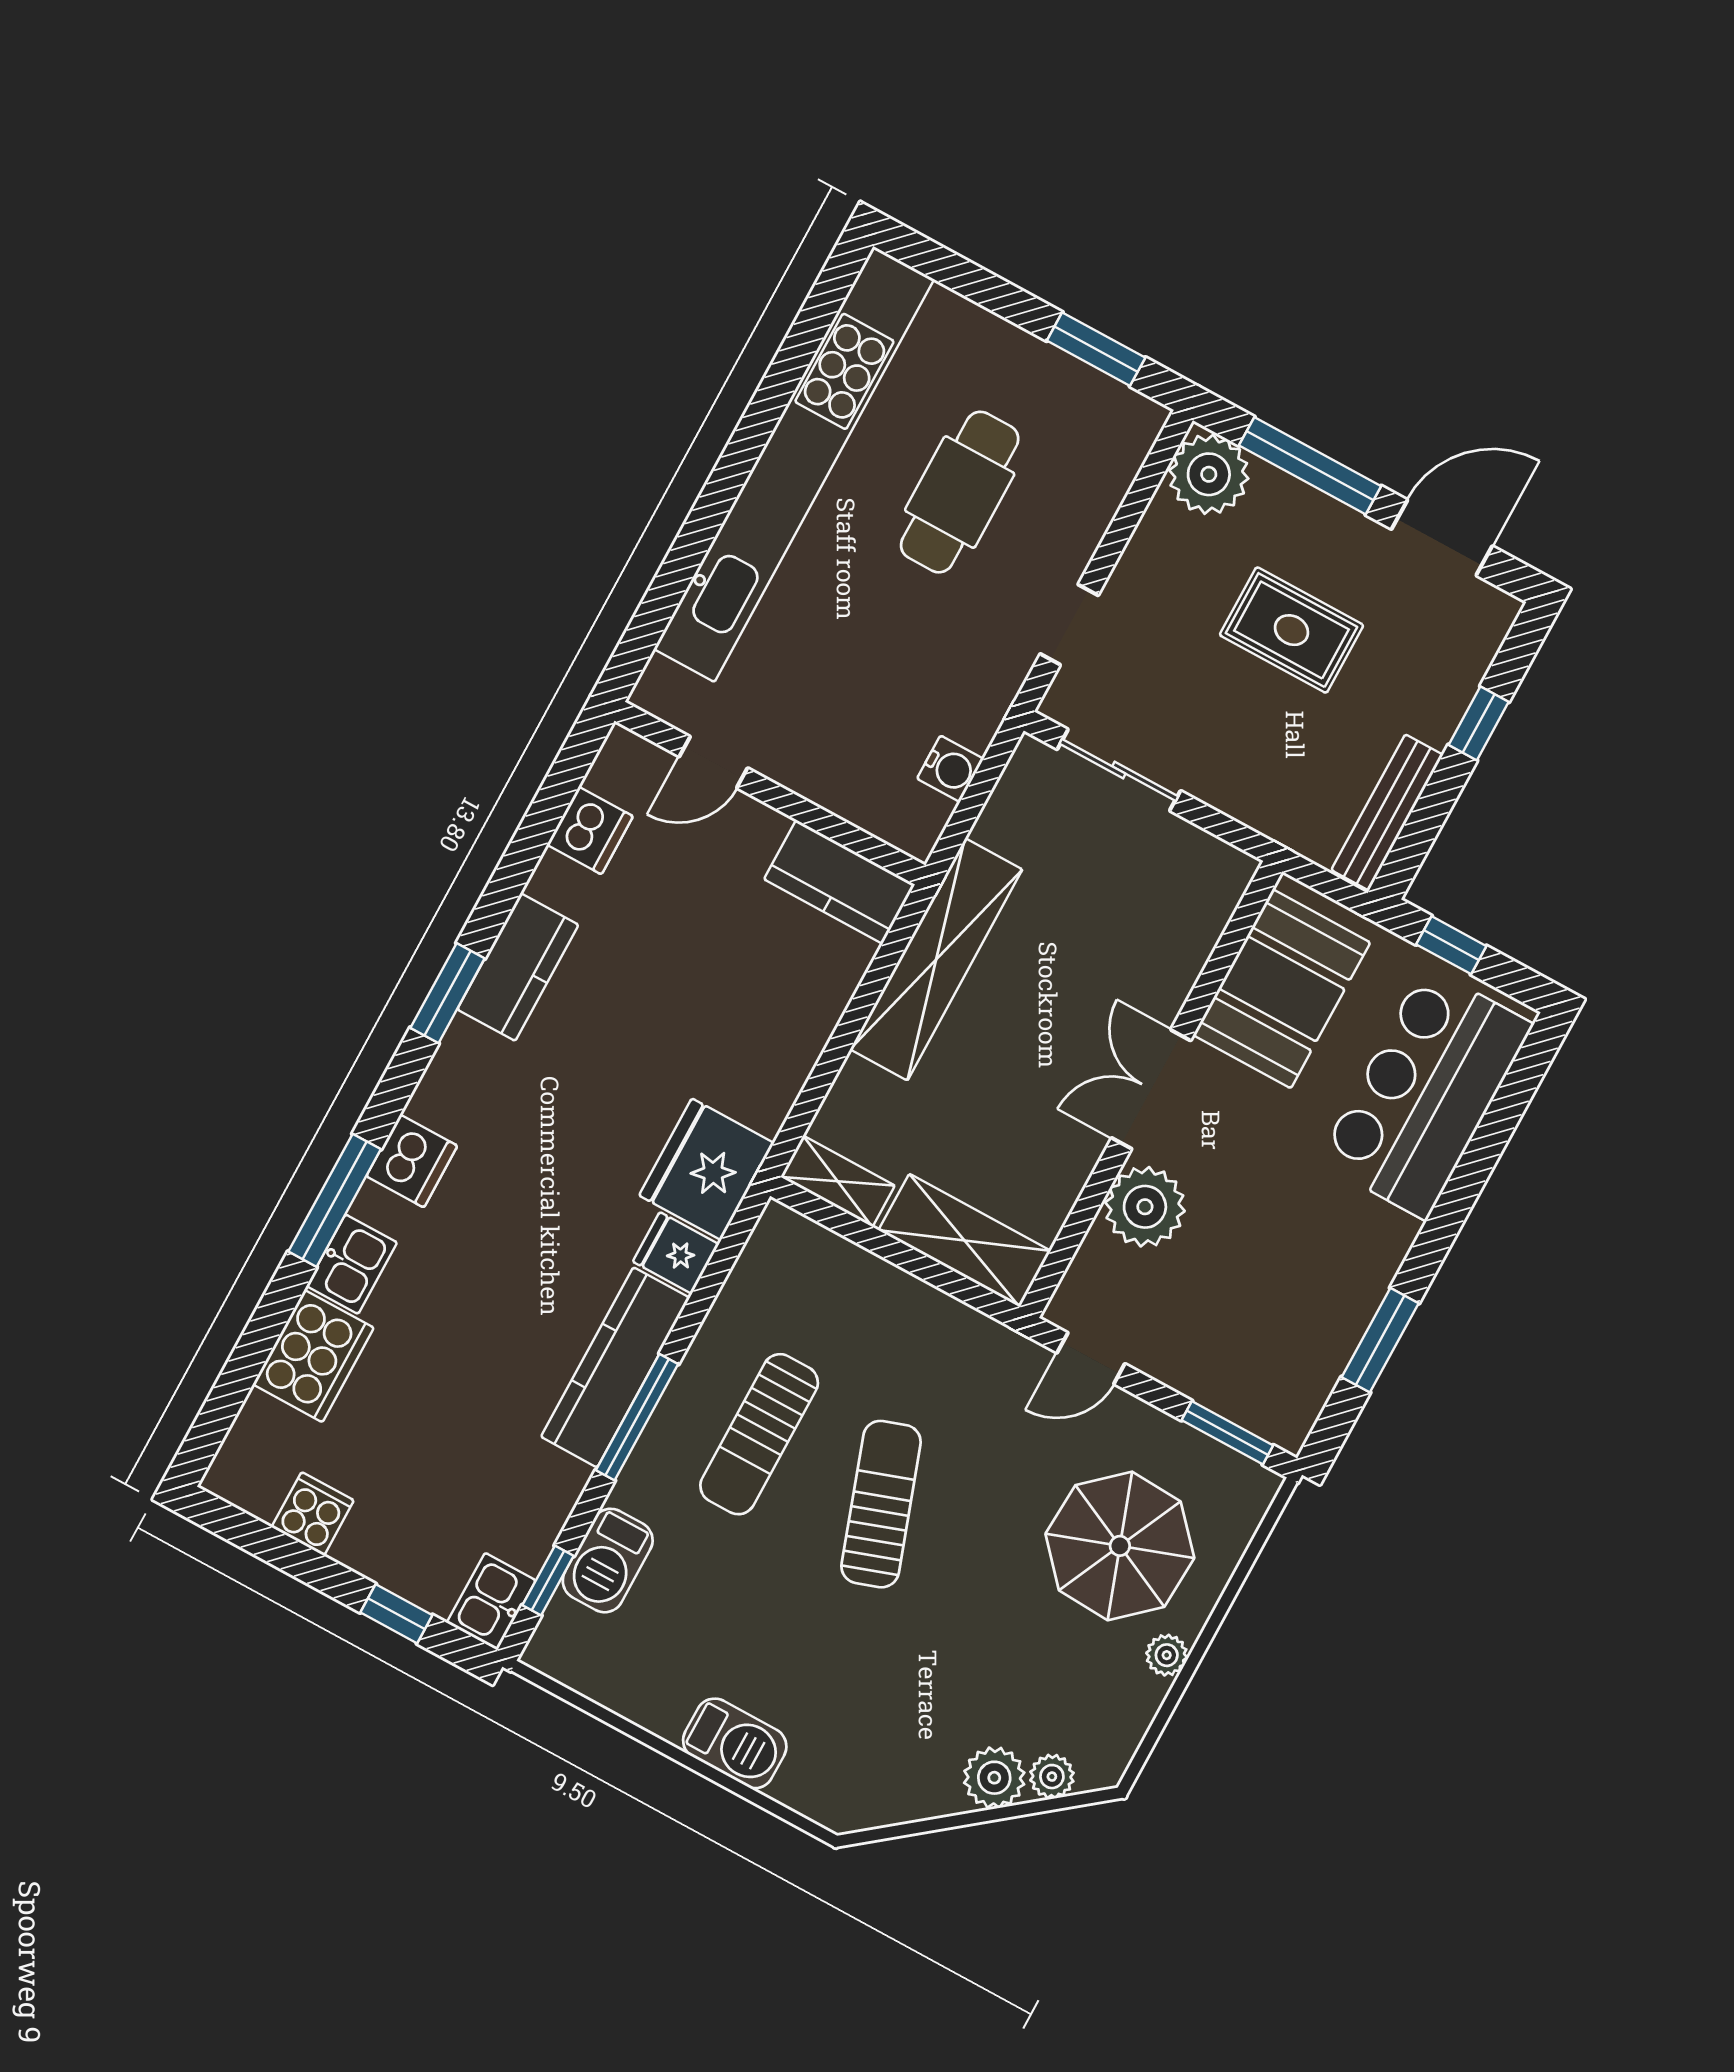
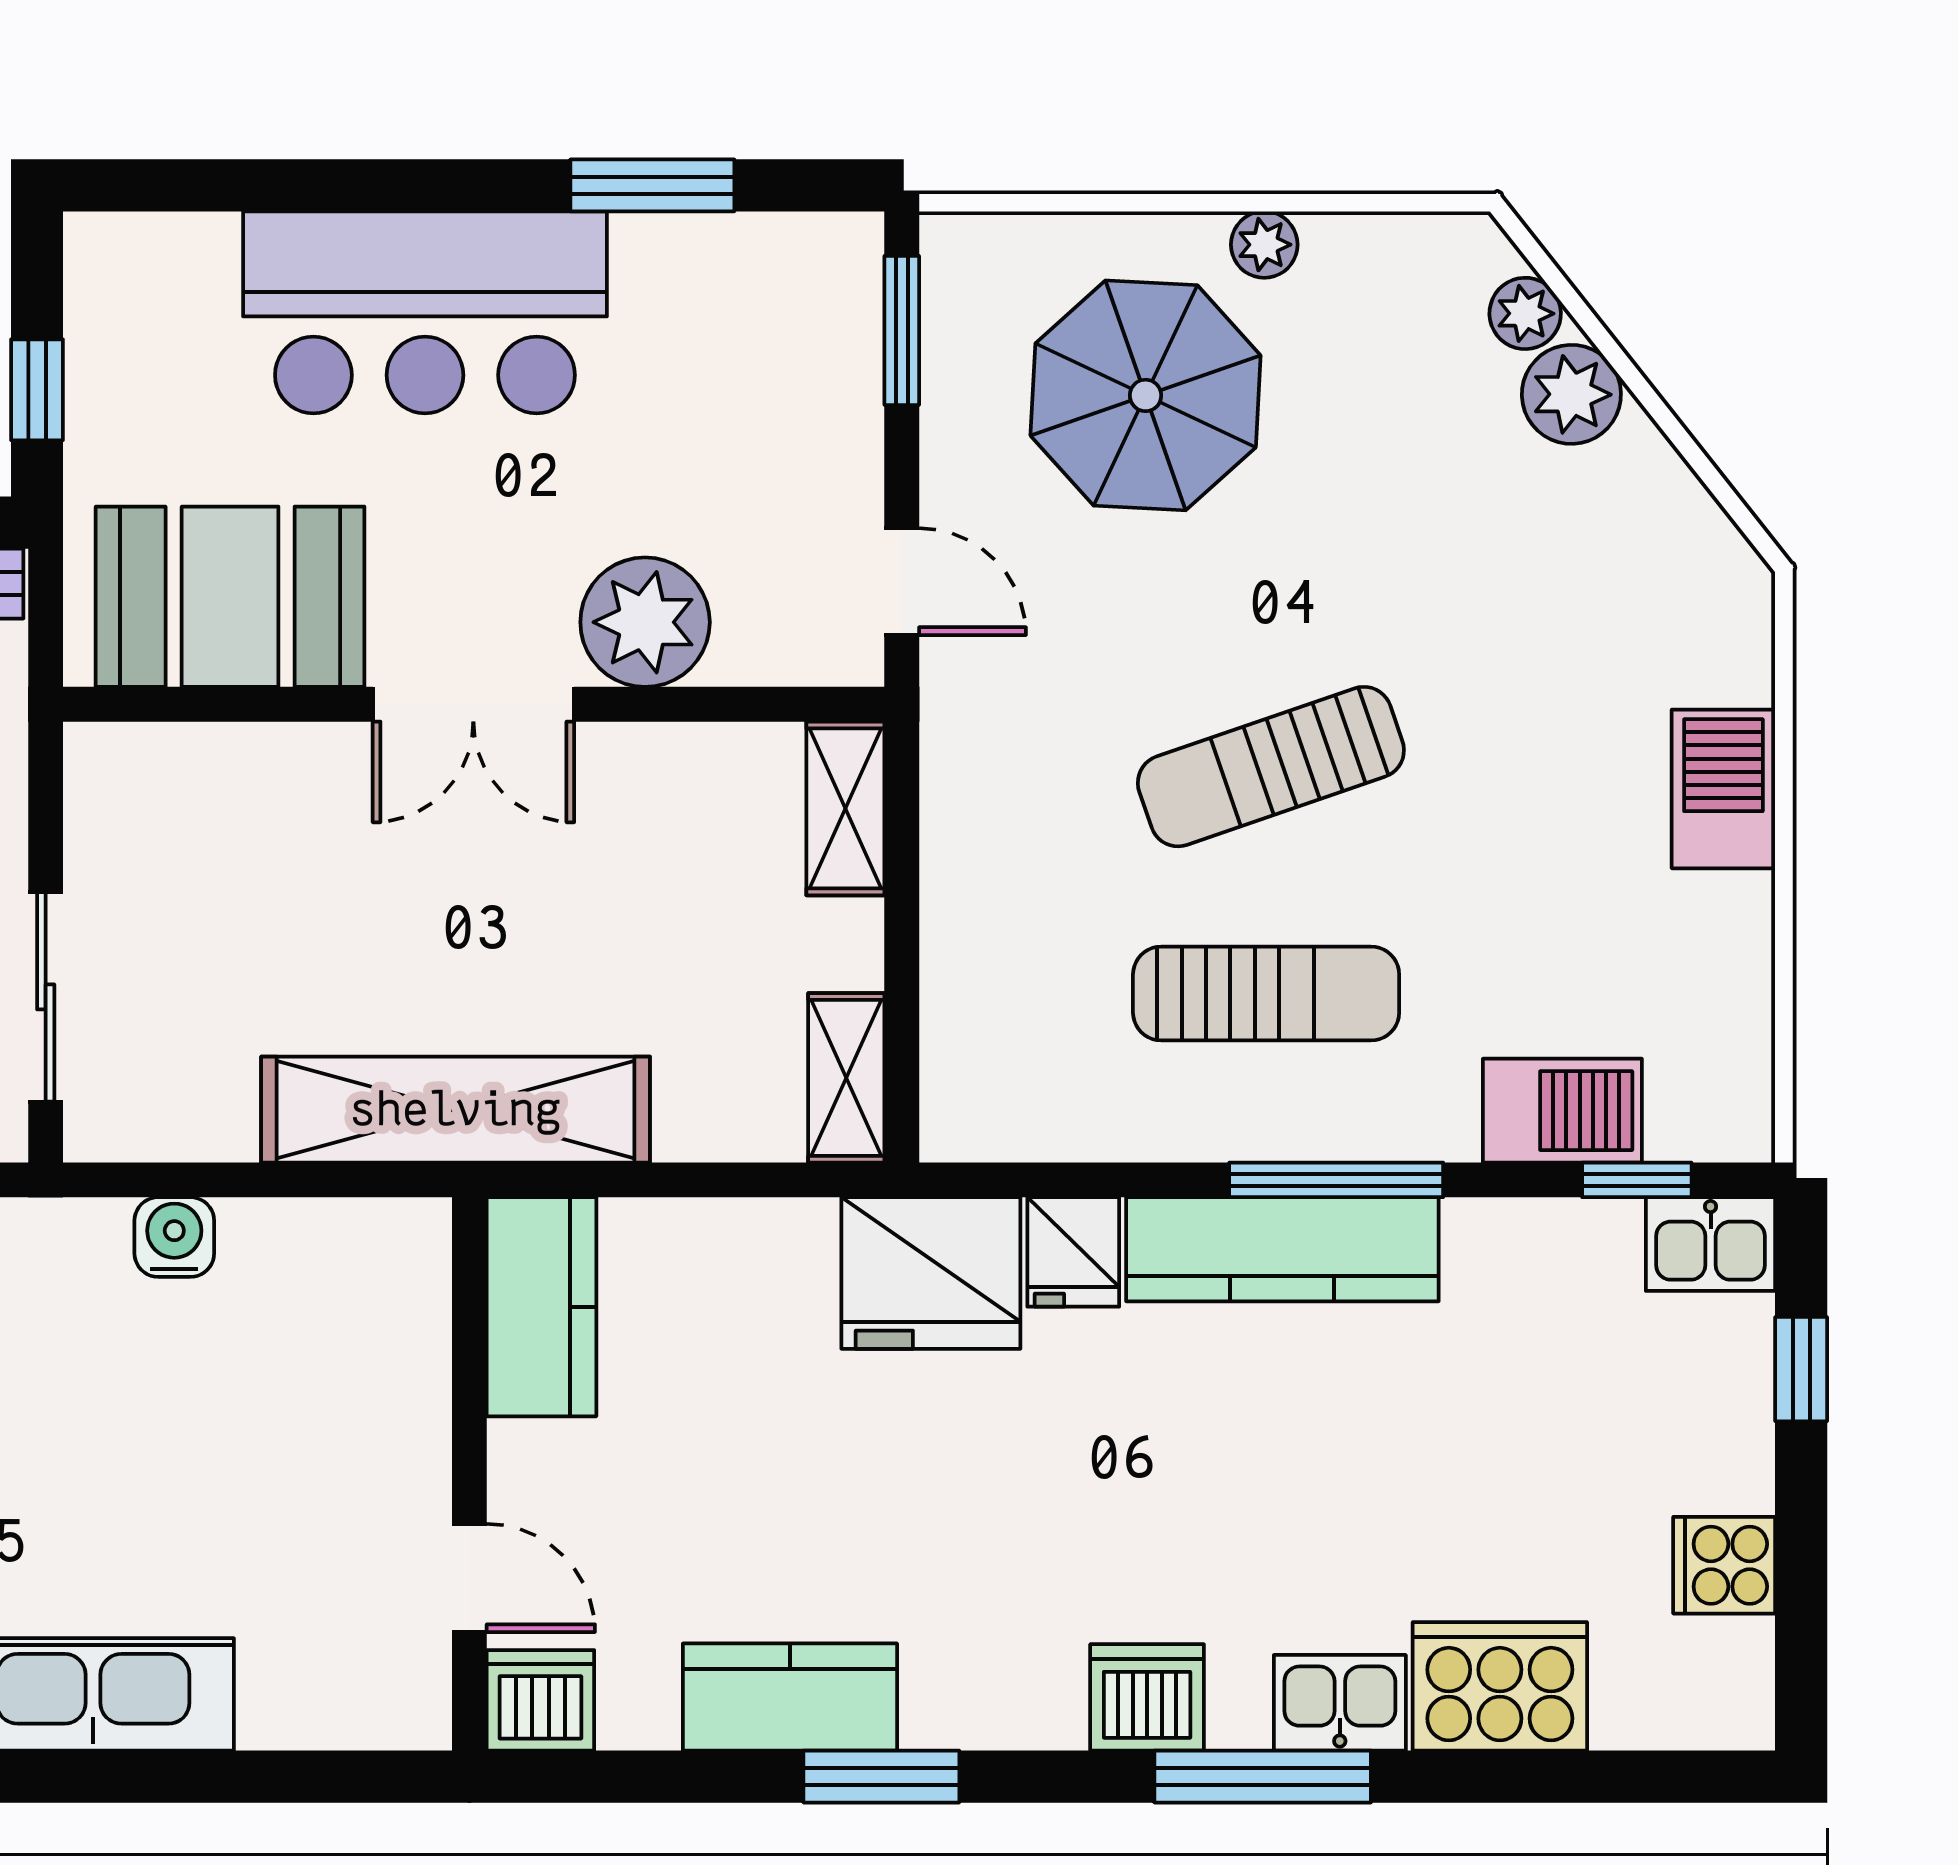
door: (713, 762) -> (469, 1578), moved
wall: (770, 793) -> (469, 1474), moved
kitchen counter: (839, 882) -> (541, 1307), moved
bar counter: (1425, 1093) -> (425, 312), moved
shelving: (965, 1241) -> (845, 808), width x0.67, depth x0.75

